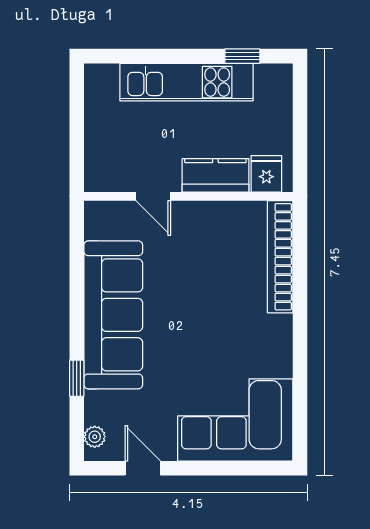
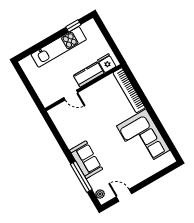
sofa: (113, 315) -> (86, 160), width x0.54, depth x0.79
window: (77, 378) -> (81, 177), width x2.17
corner sofa: (235, 420) -> (143, 138), moved, turned -90

